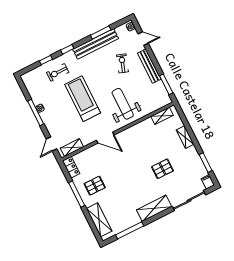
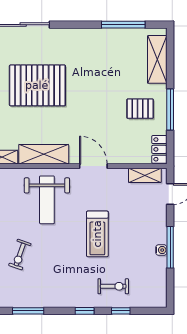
bench: (96, 44) -> (43, 299), removed
treadmill: (83, 99) -> (97, 234), width x0.73, depth x0.73
pallet: (162, 169) -> (37, 85), width x2.05, depth x2.00
shelving: (154, 208) -> (44, 154), moved

